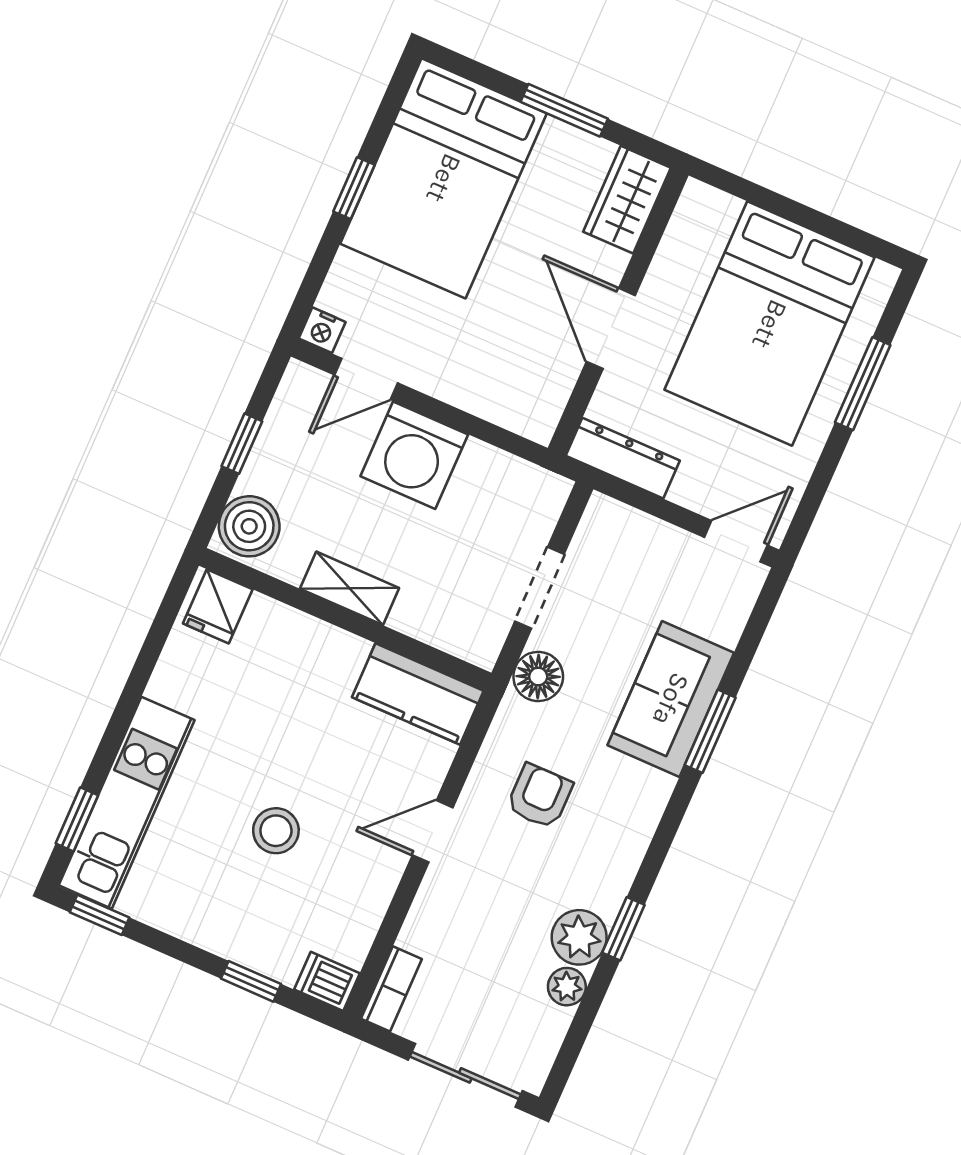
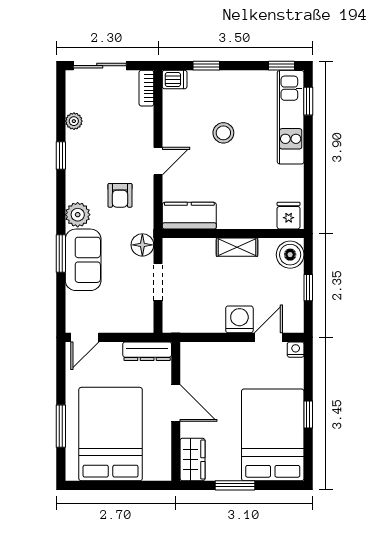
washing machine: (414, 455) -> (239, 319), width x0.73, depth x0.73
plant: (579, 937) -> (78, 215), moved

